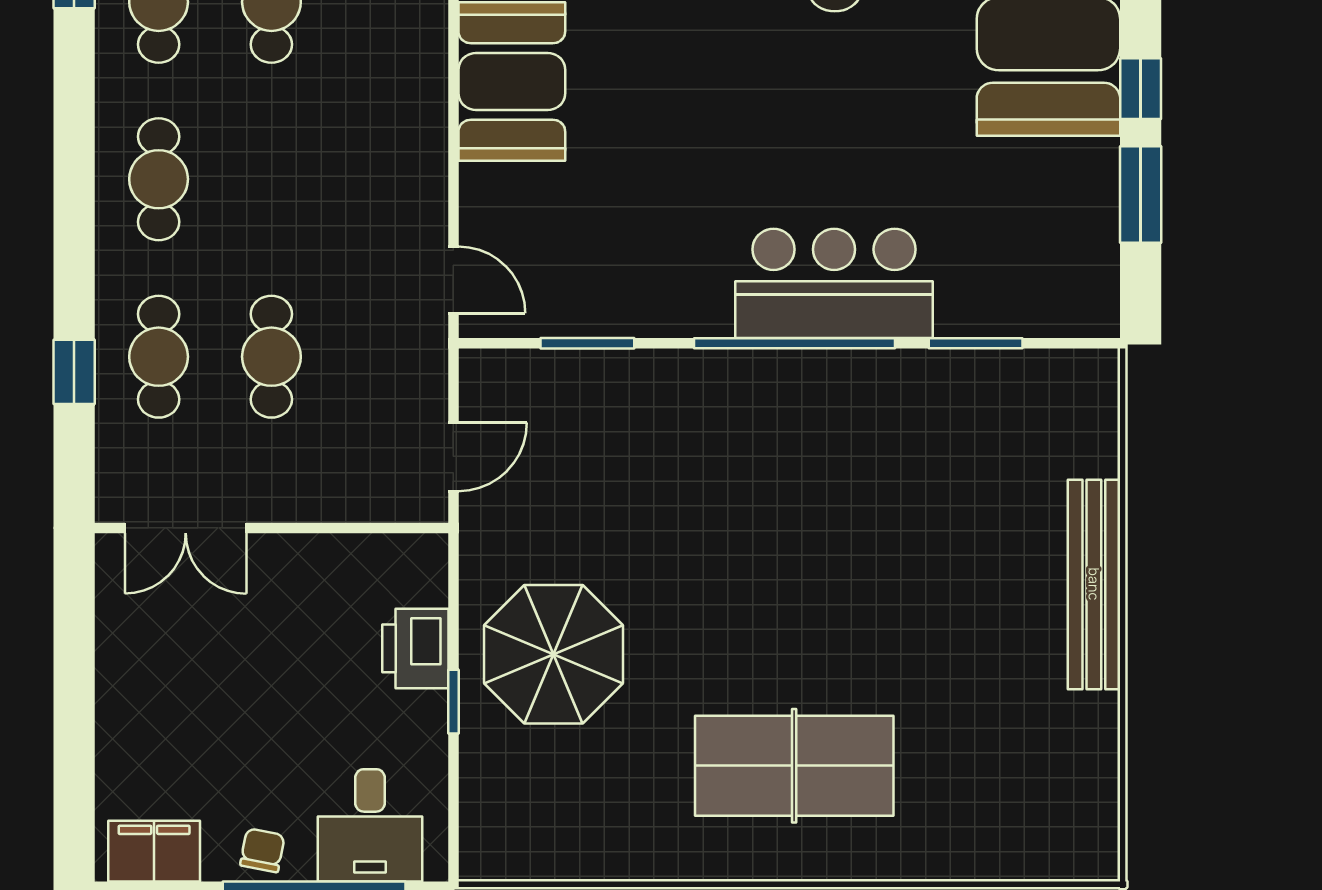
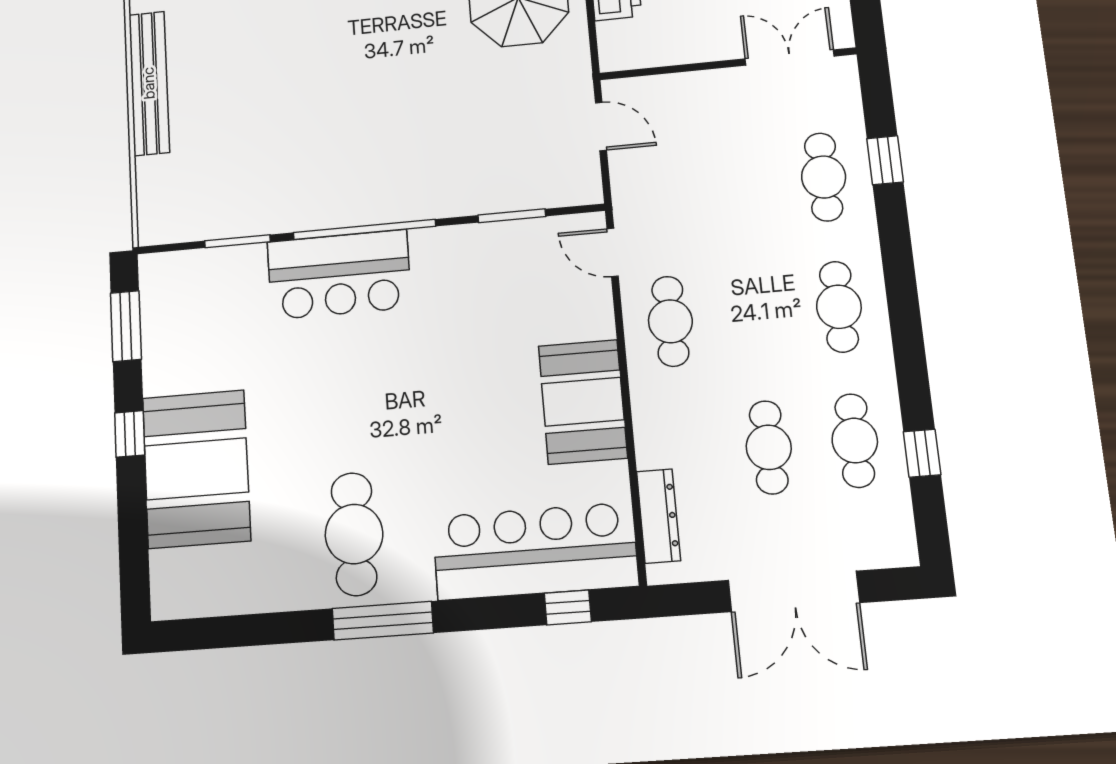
window: (1141, 195) -> (126, 326), moved
cafe table: (271, 357) -> (670, 321), moved
door: (453, 457) -> (601, 126), swing flipped

